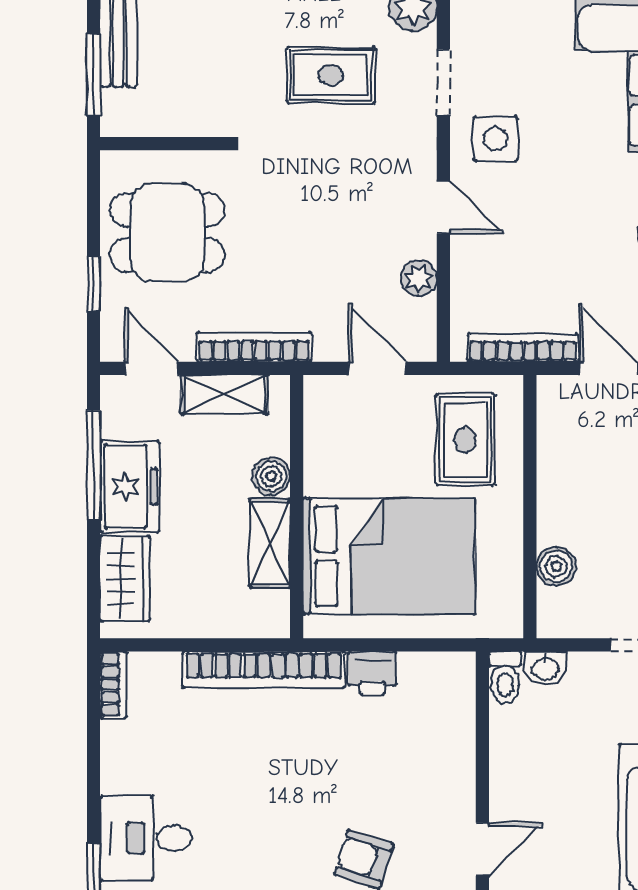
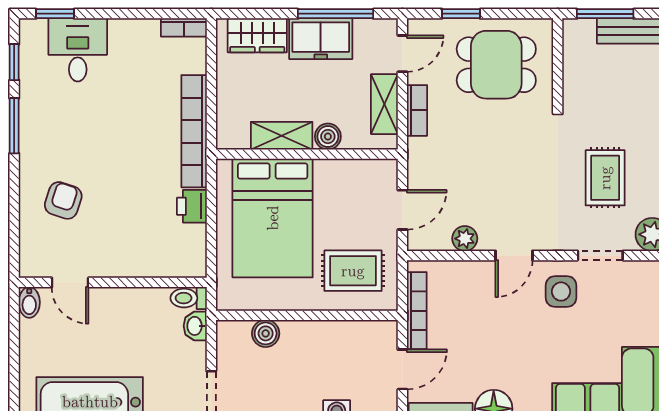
dining table: (167, 233) -> (496, 65), turned 90
bookcase: (254, 347) -> (417, 110), width x0.64

